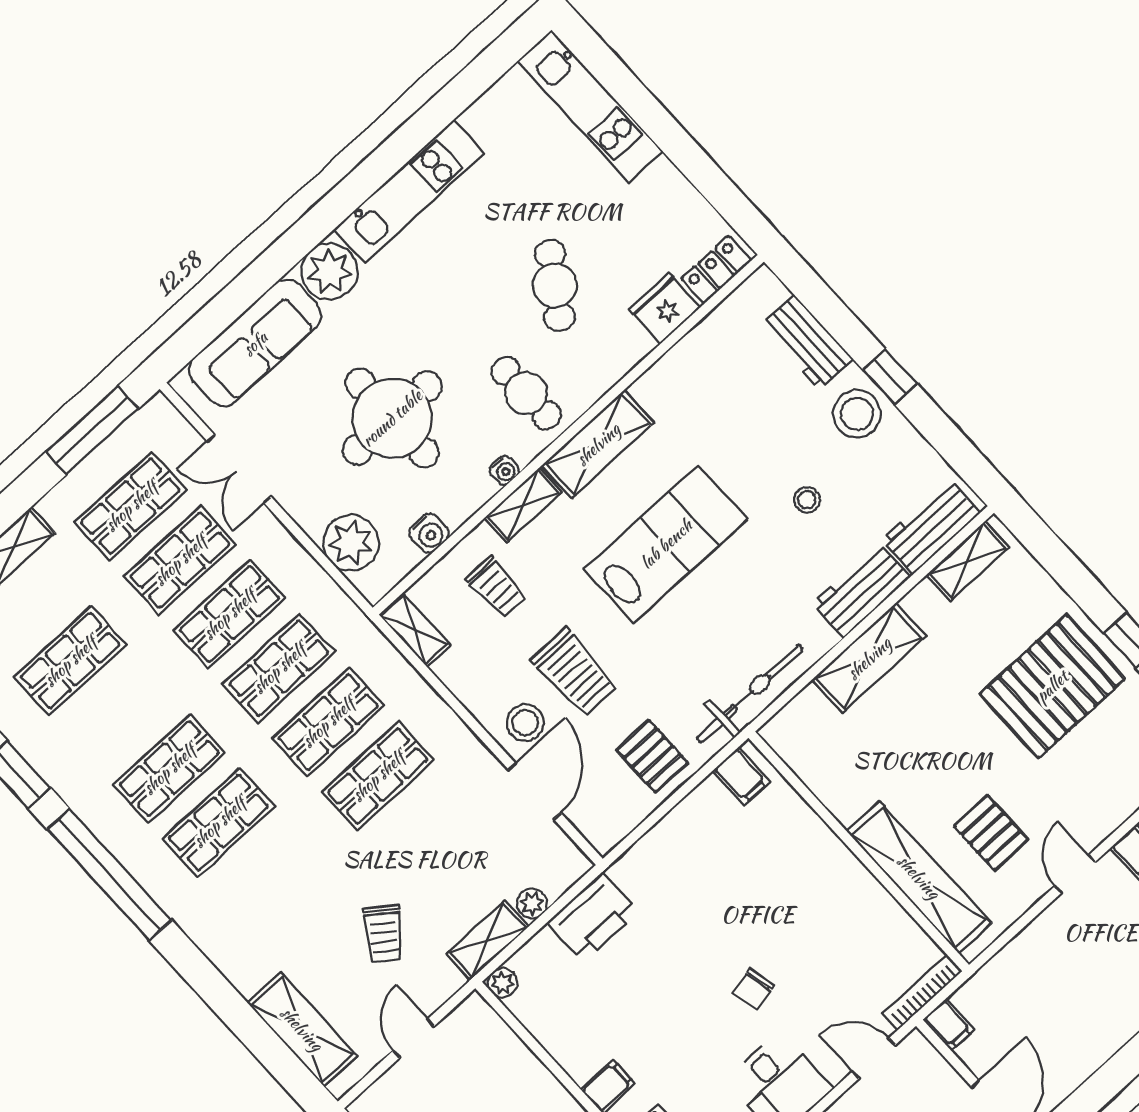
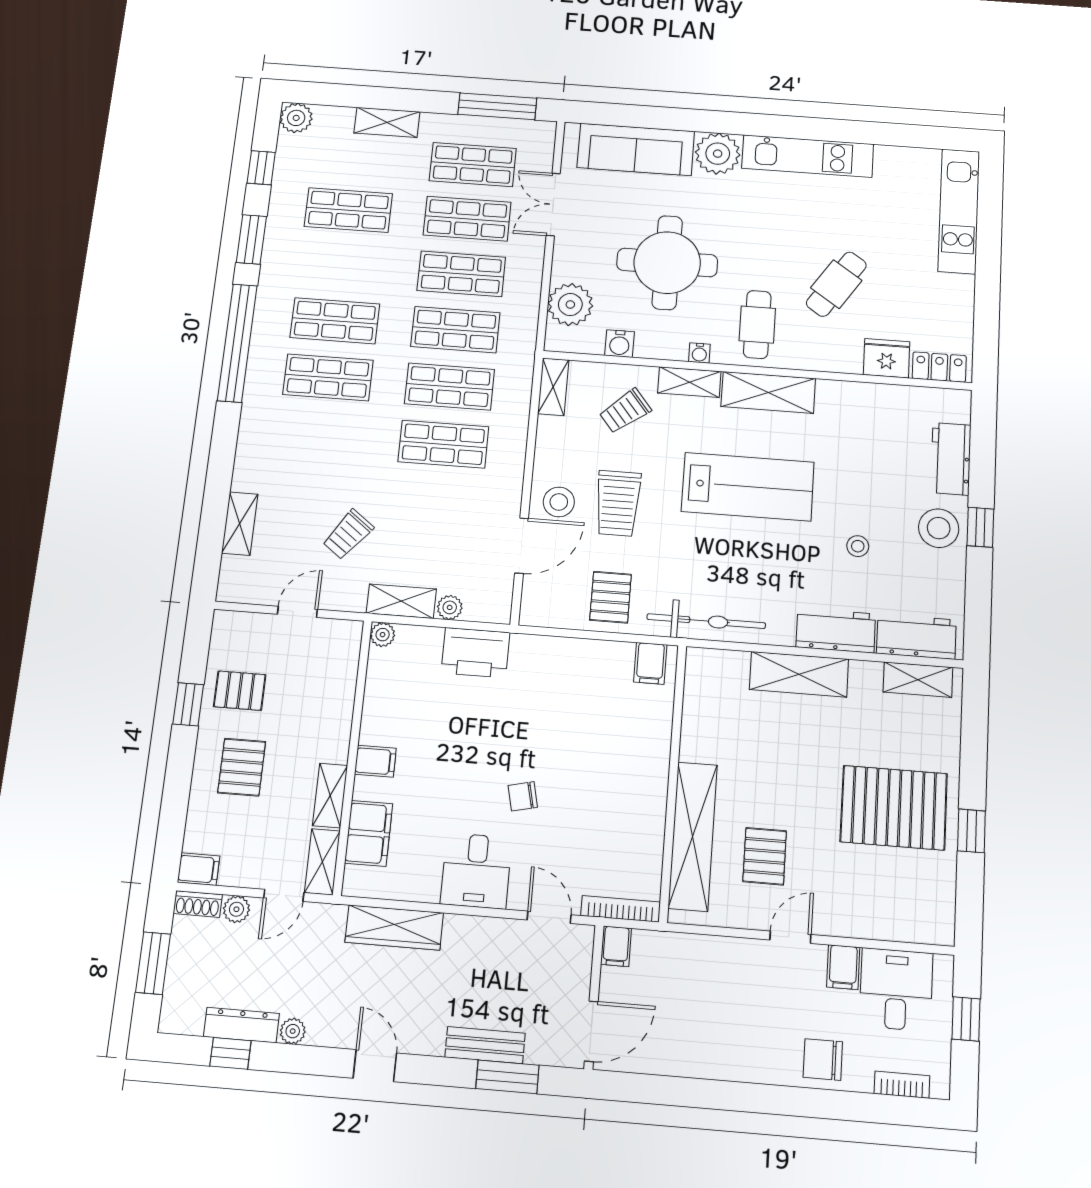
trolley: (497, 587) -> (625, 411), turned 51
shelving: (302, 1029) -> (240, 524), width x0.67, depth x0.75

